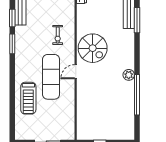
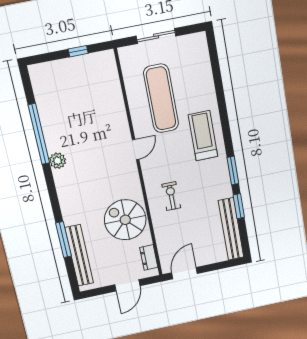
spiral stairs: (93, 48) -> (125, 220), moved
exercise mat: (51, 77) -> (161, 98), moved
treadmill: (28, 98) -> (203, 136), moved

